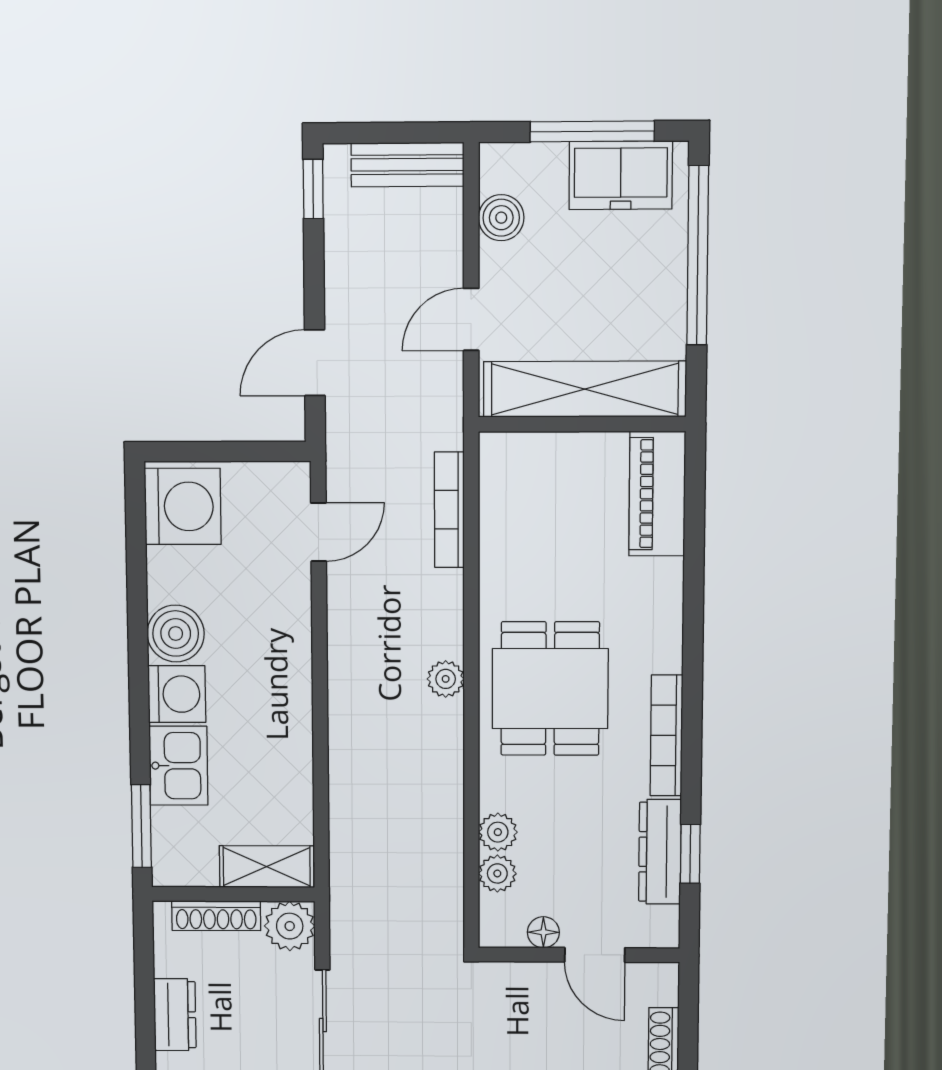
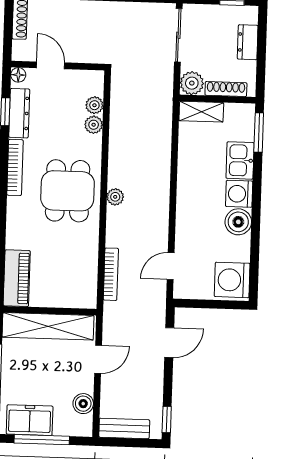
floor lamp: (543, 932) -> (18, 75), moved

